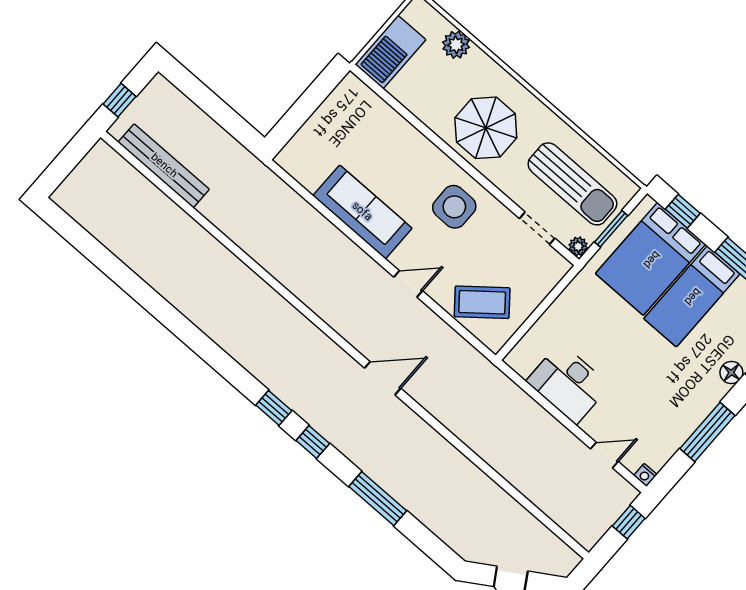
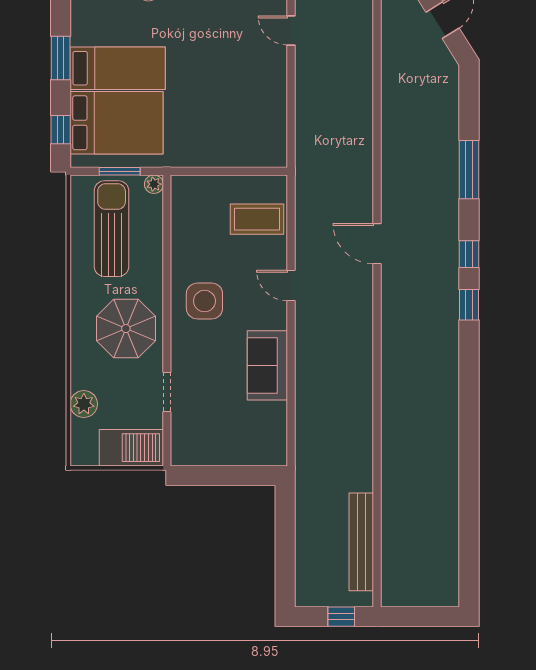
sofa: (362, 212) -> (267, 365), width x0.73
doorway: (537, 228) -> (167, 392), moved
coffee table: (482, 302) -> (257, 219), turned -51
desk: (568, 383) -> (261, 103), removed

